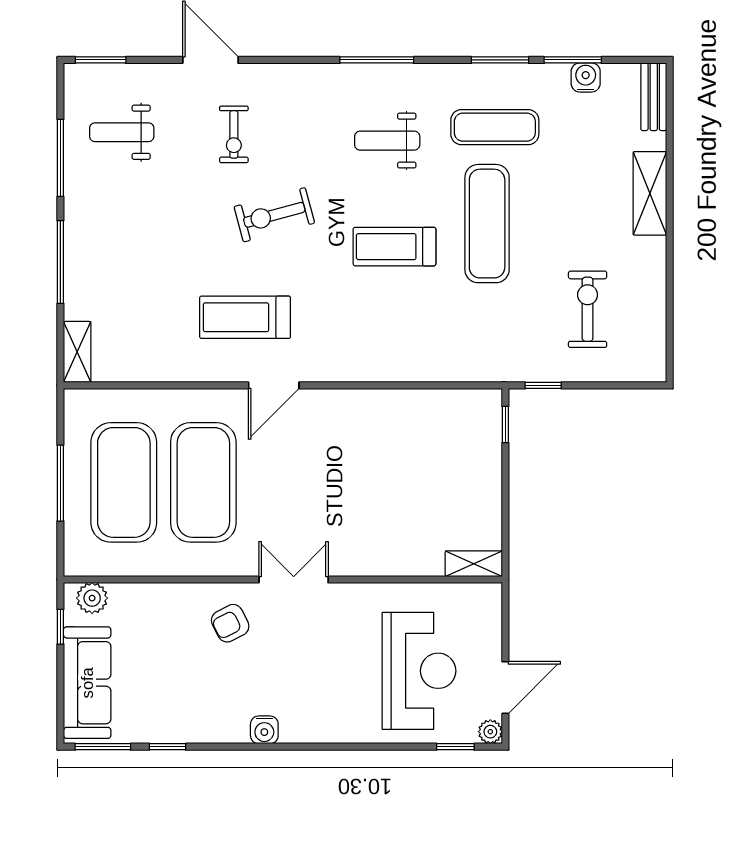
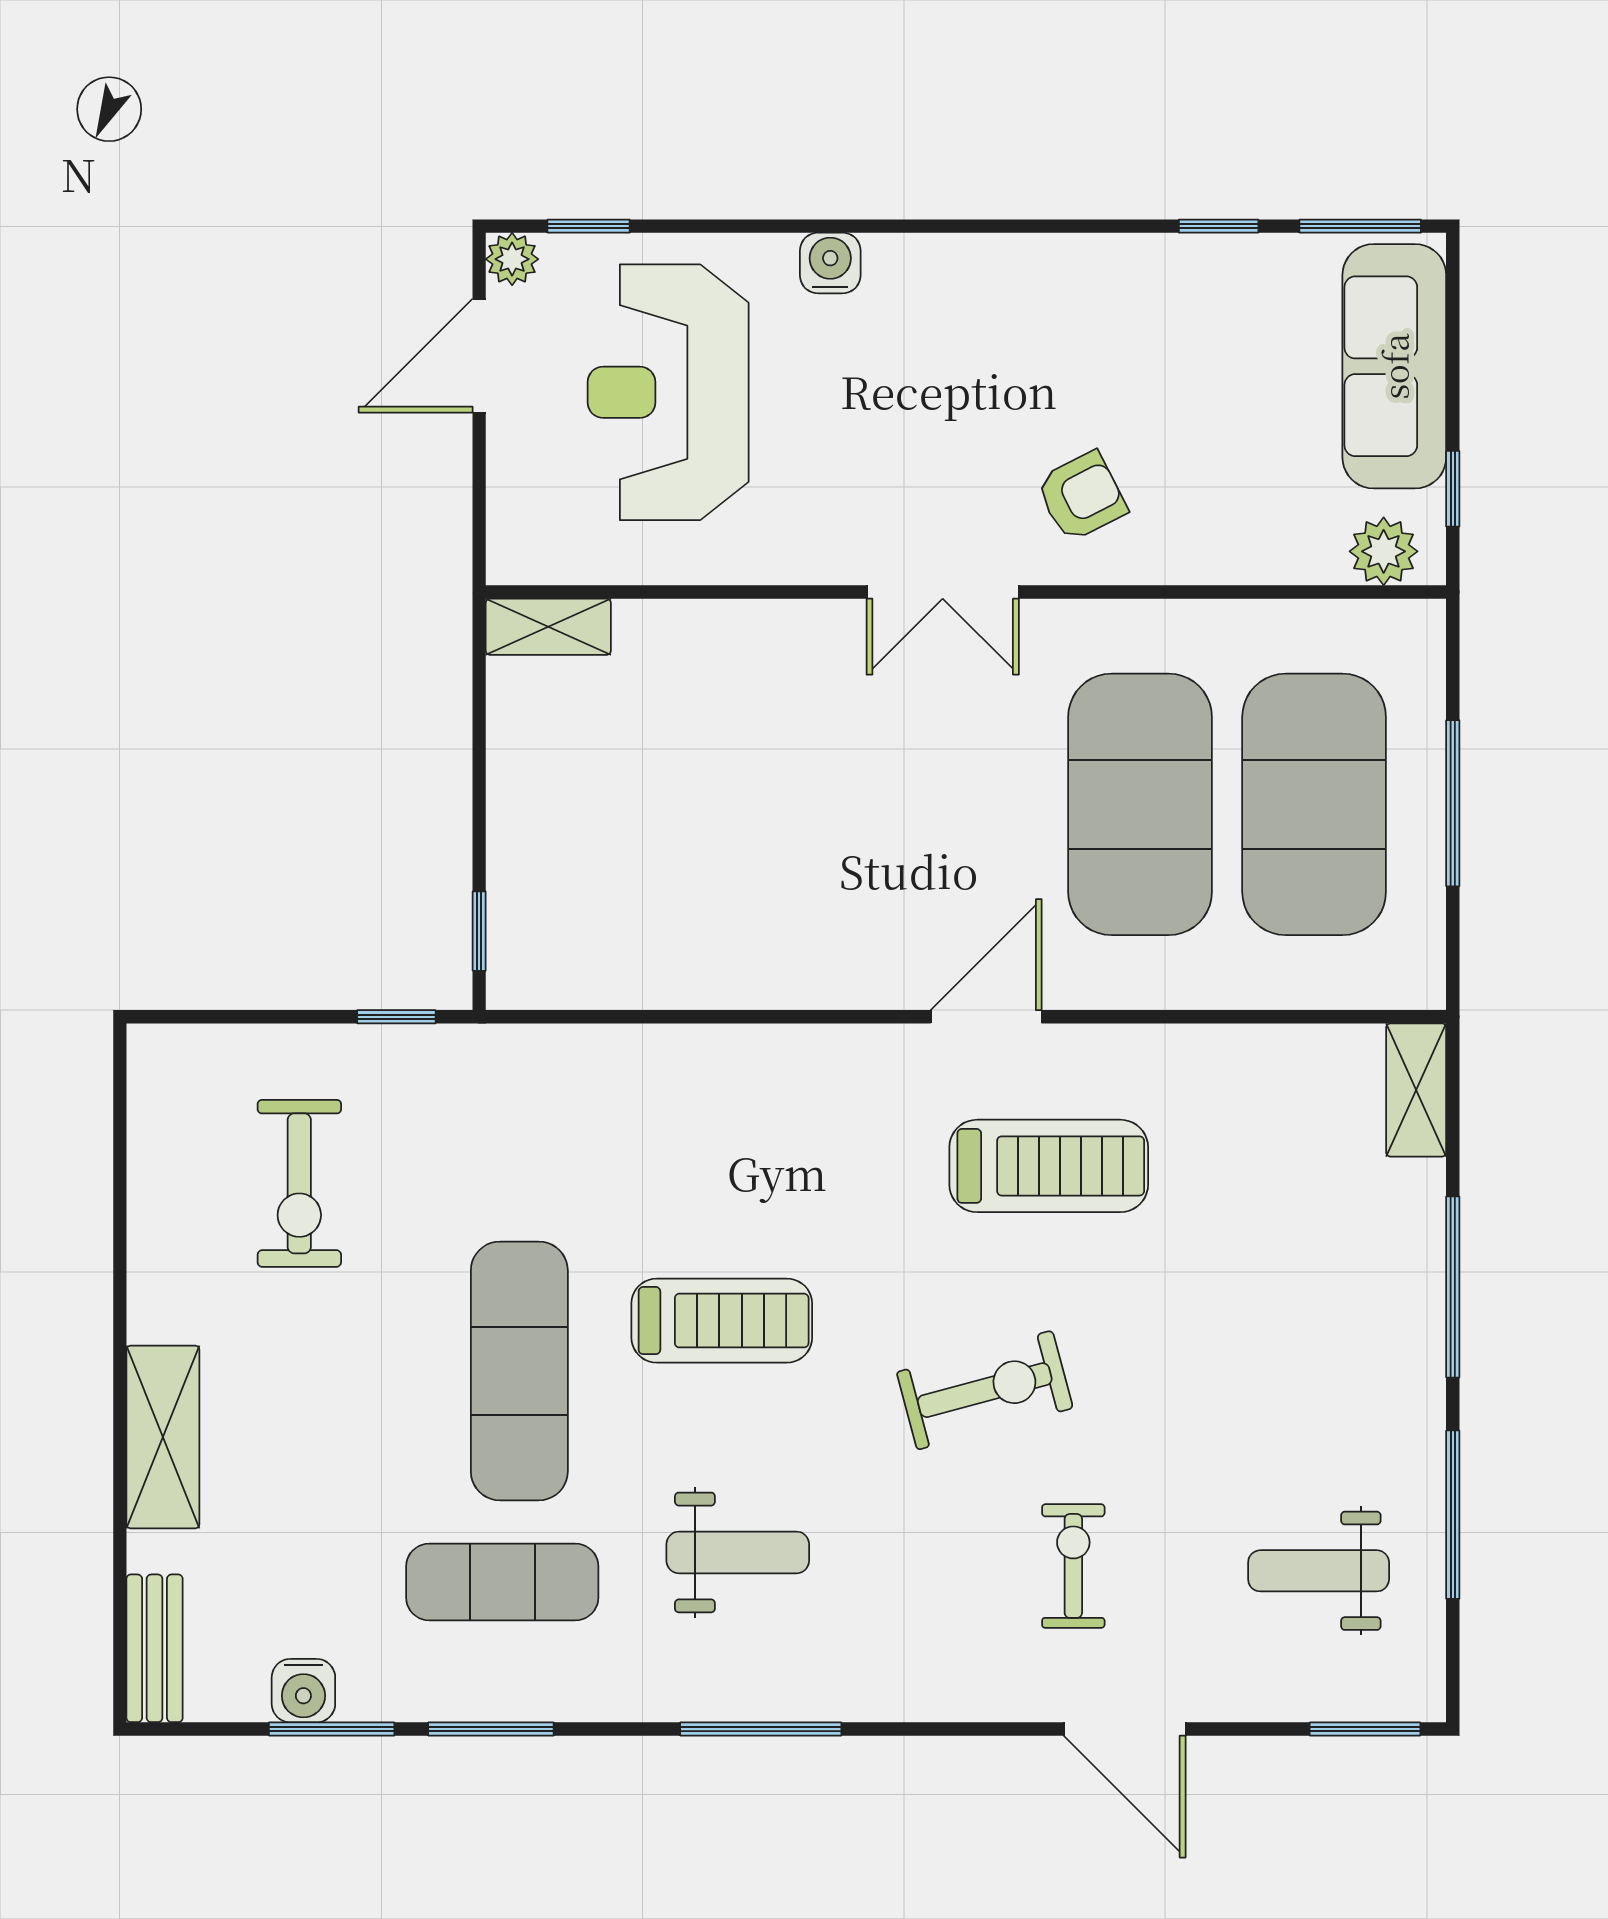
weight bench: (122, 132) -> (1319, 1571), turned 180
water cooler: (264, 730) -> (830, 263), moved

